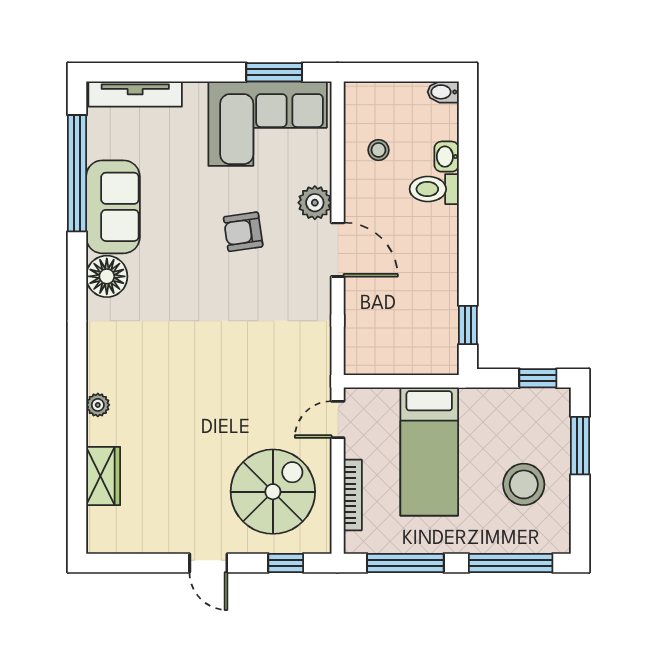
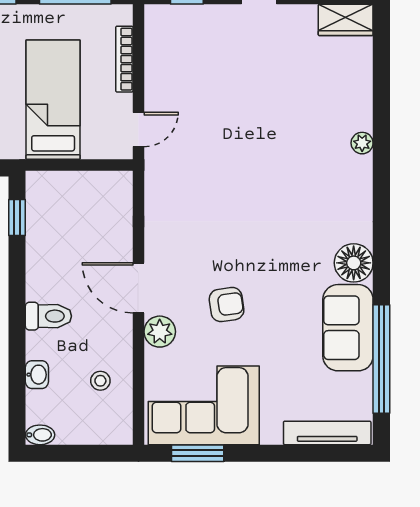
toilet: (434, 189) -> (48, 316), moved
wardrobe: (103, 476) -> (346, 20), moved, turned -90
spiral stairs: (273, 492) -> (199, 62), removed

